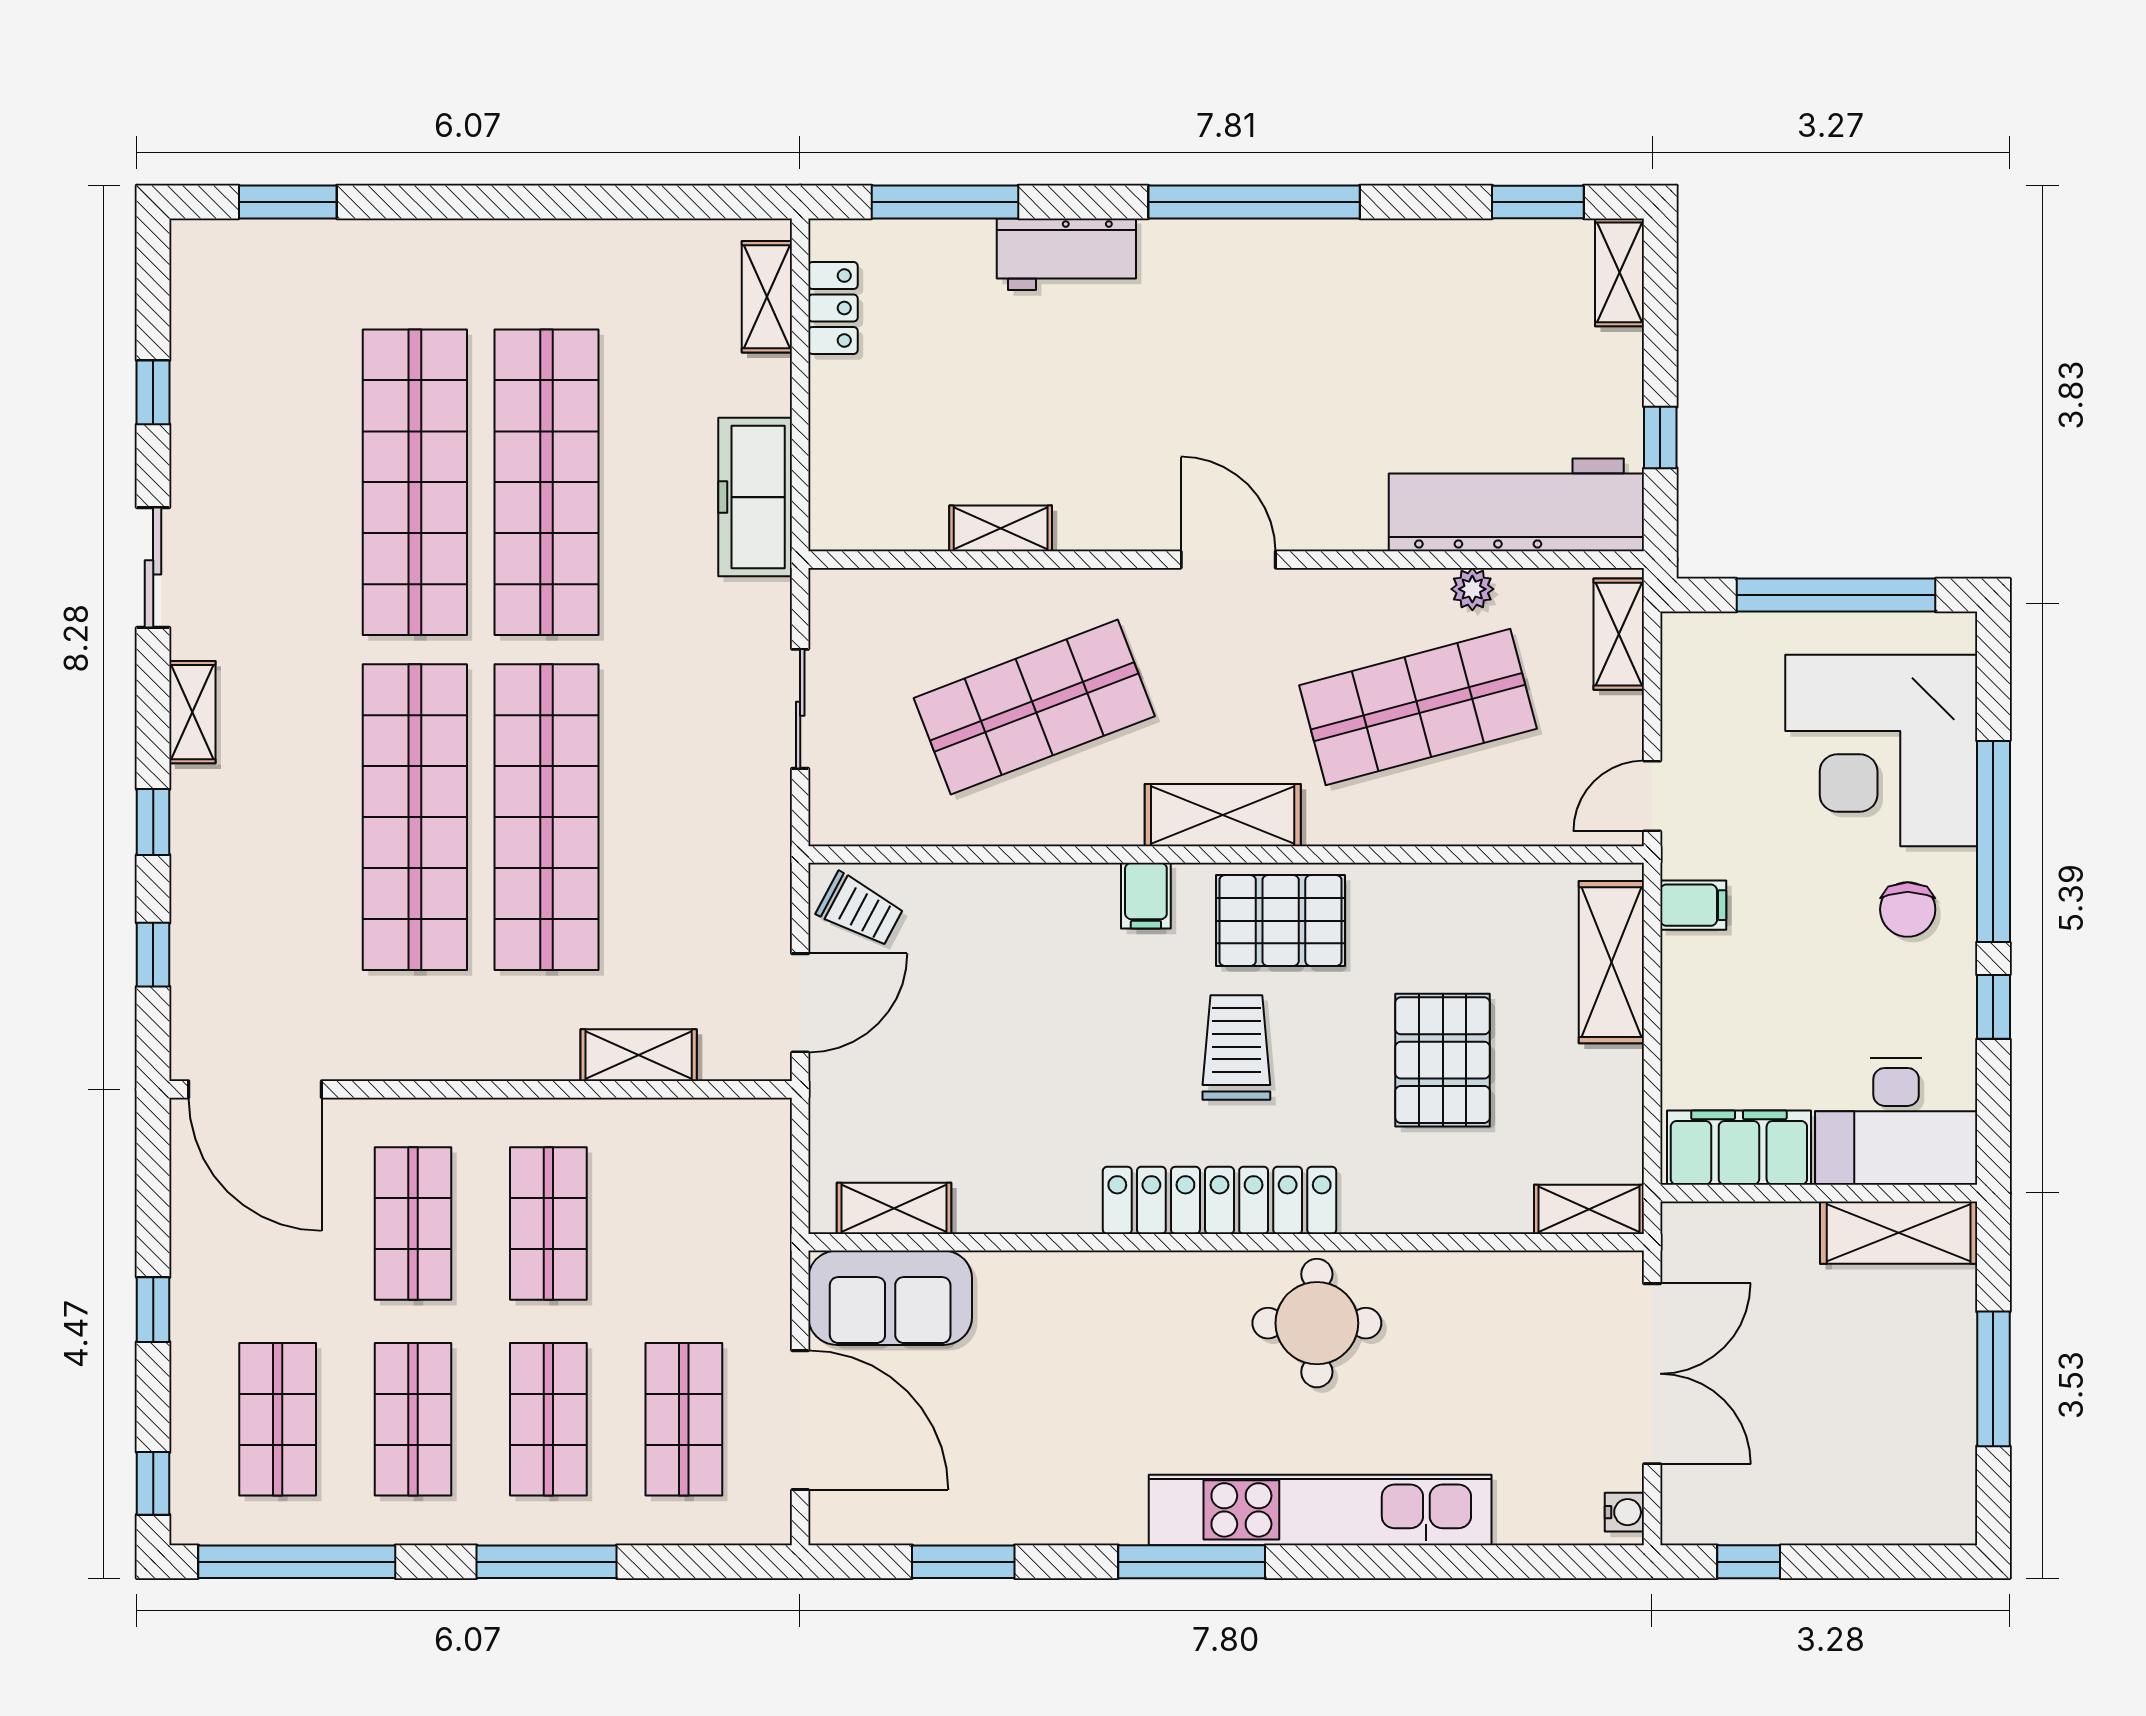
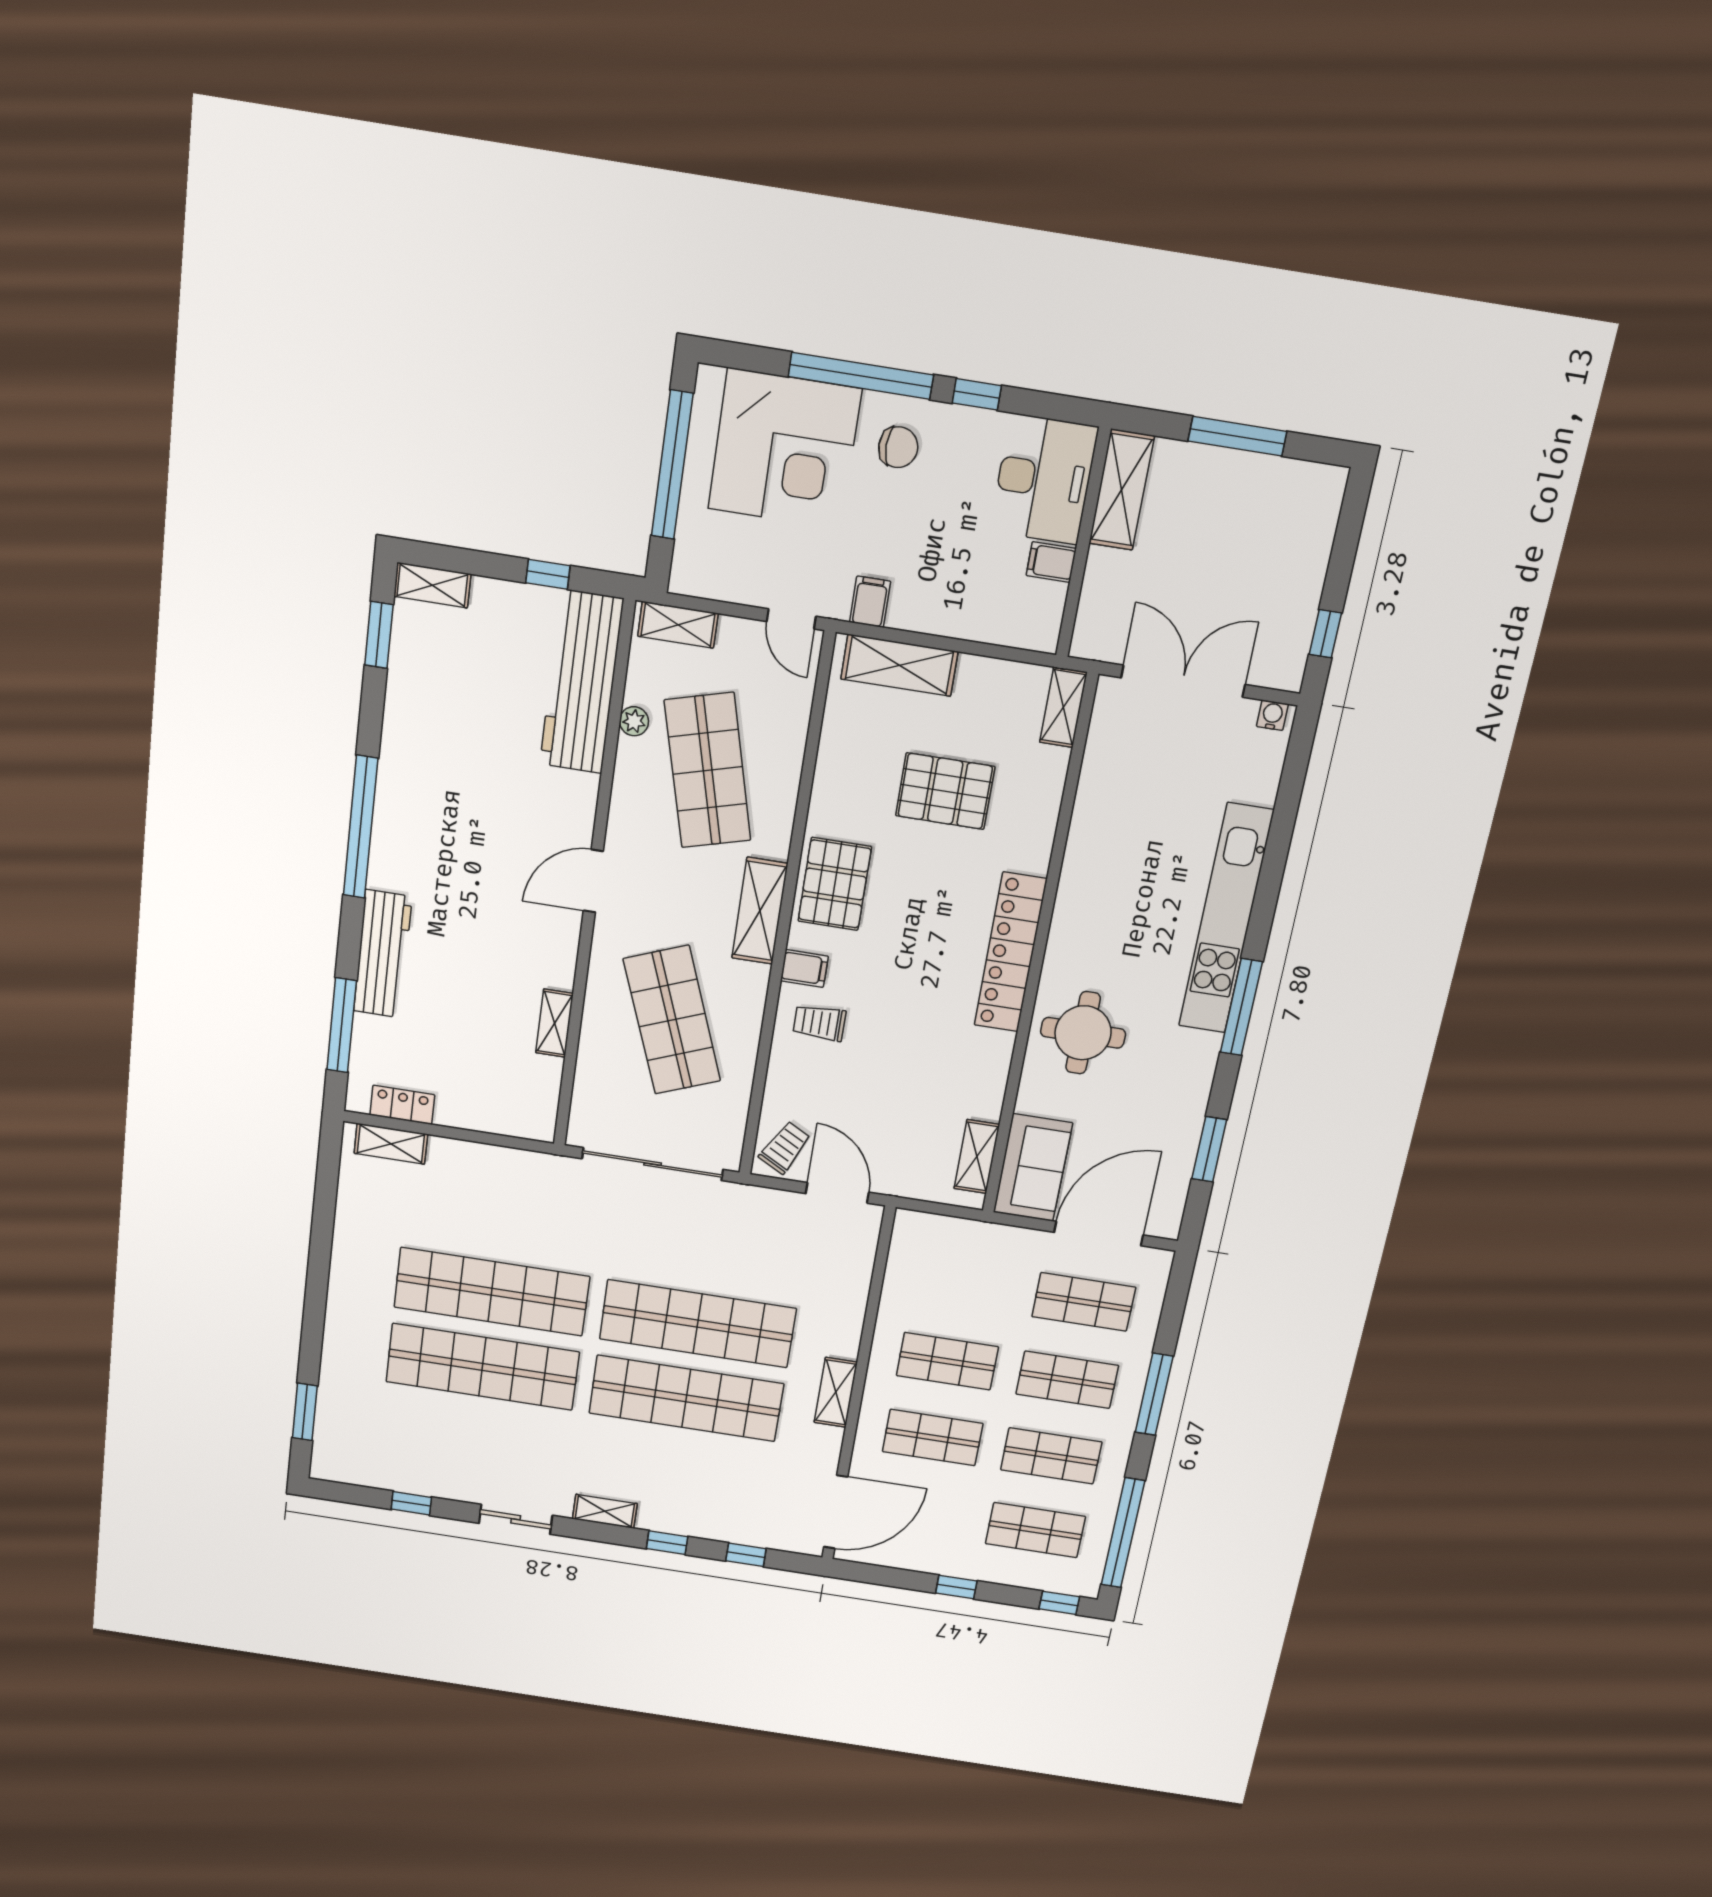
workbench: (1066, 254) -> (383, 954), width x1.38
freezer: (755, 497) -> (516, 1170), removed
sliding door: (800, 709) -> (653, 1164), width x1.86
trolley: (1236, 1047) -> (819, 1023), moved, width x0.73, depth x0.72
shelving: (639, 1055) -> (836, 1392), moved
filing cabinet: (1739, 1148) -> (1051, 562), width x0.33, depth x0.86
round table: (1317, 1323) -> (1083, 1033), moved

